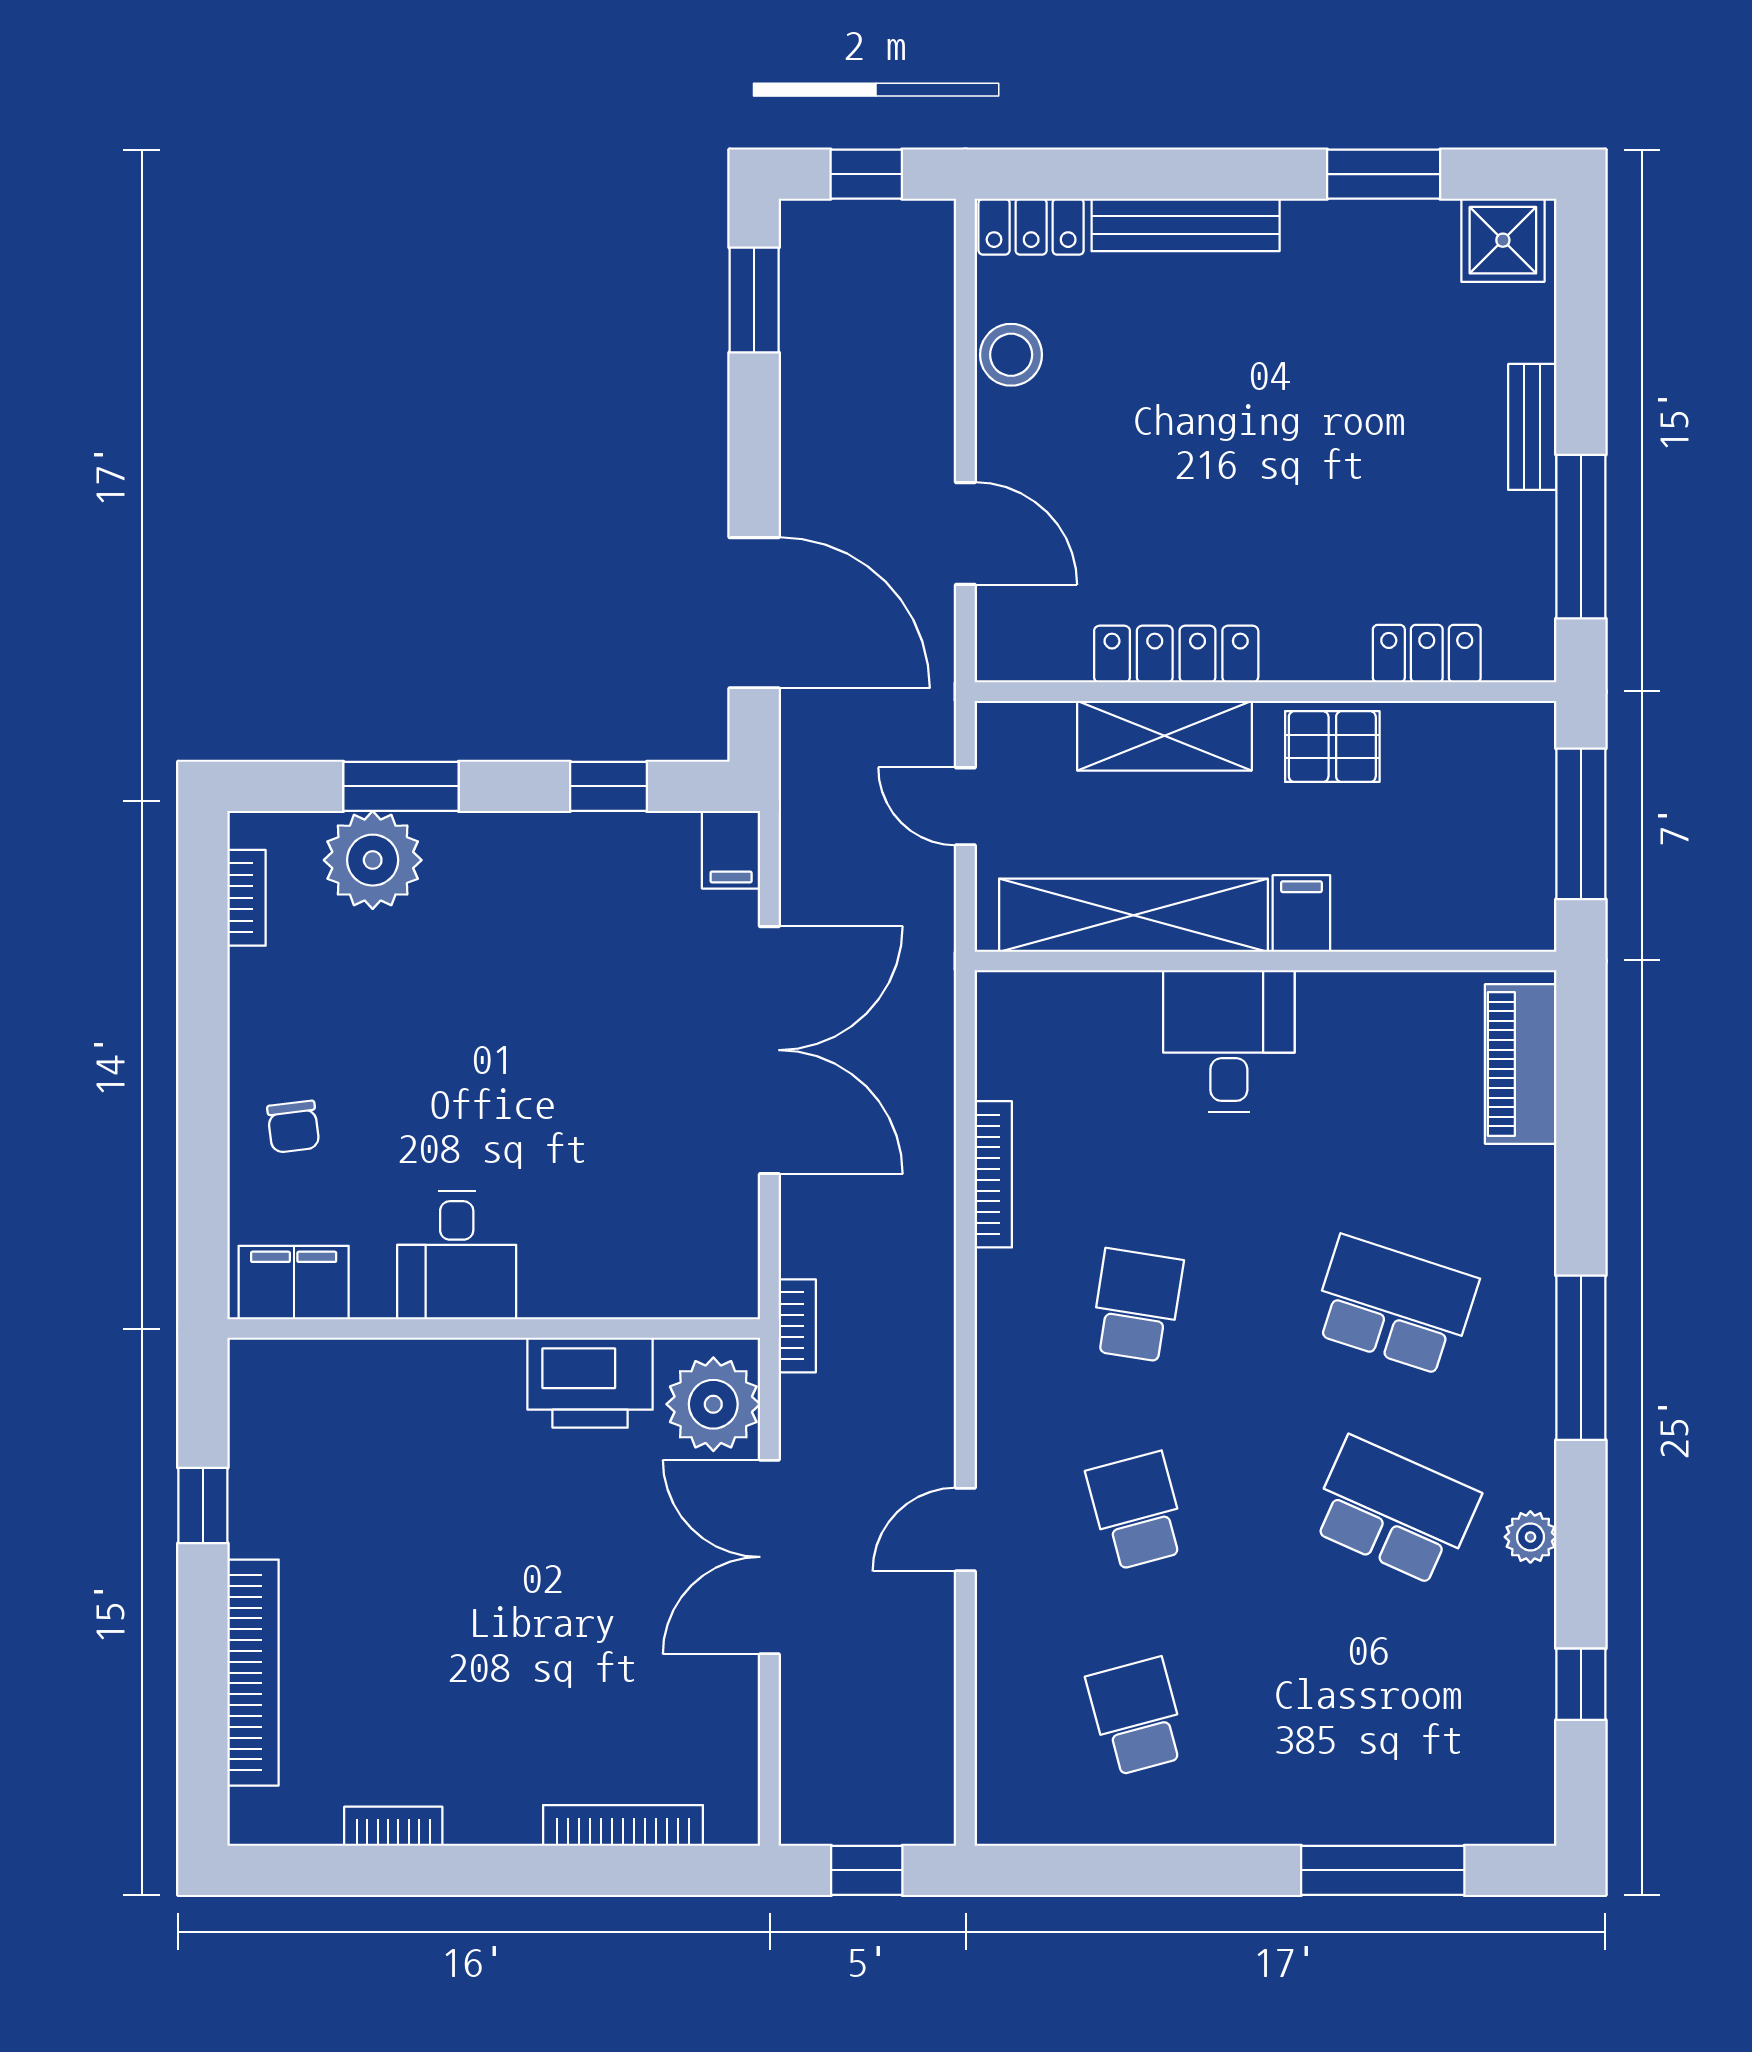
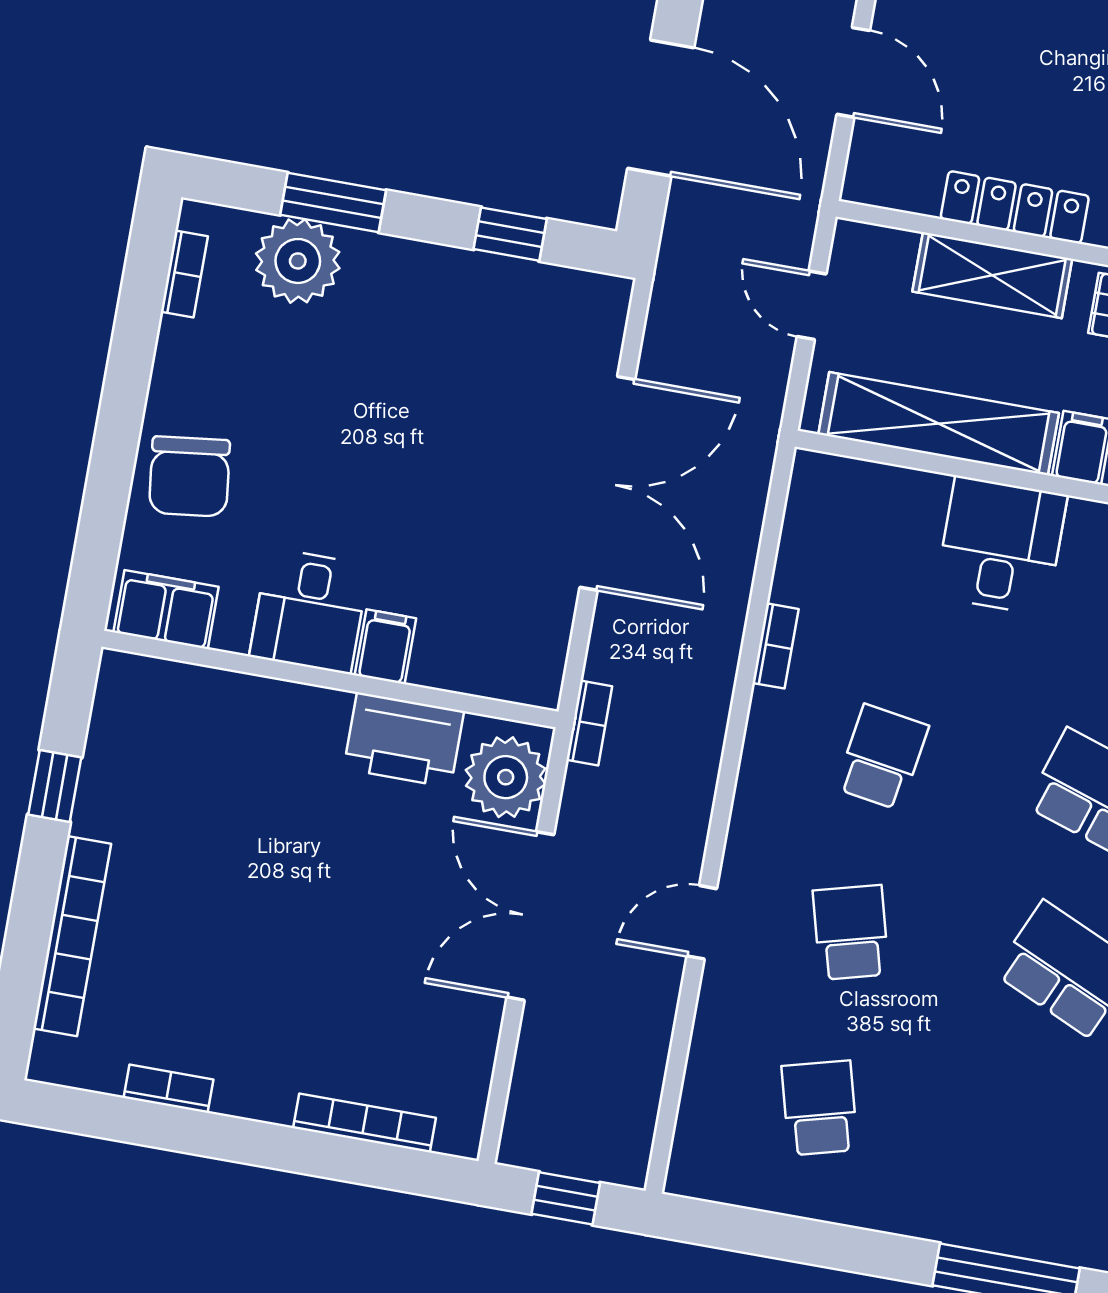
filing cabinet: (731, 850) -> (385, 647), moved, turned 180
chair: (293, 1127) -> (189, 476), width x1.87, depth x1.87
bookcase: (993, 1174) -> (776, 646), width x0.64

